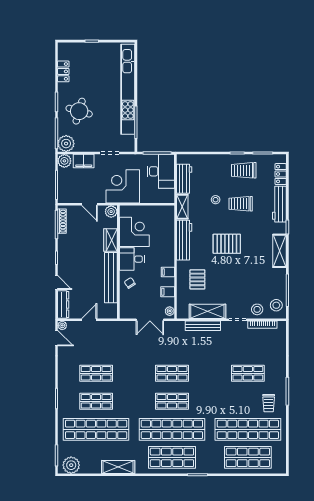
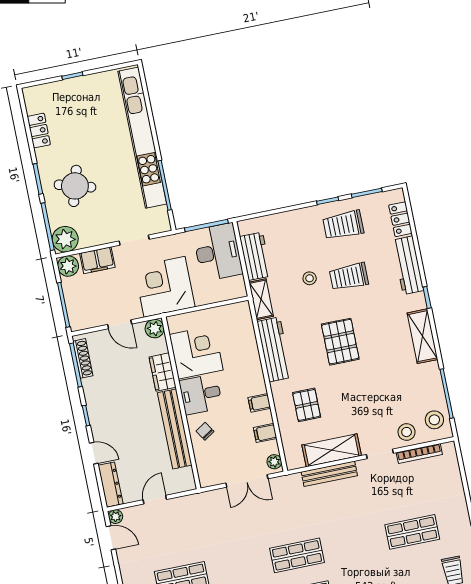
pallet: (227, 244) -> (340, 342), turned 90

